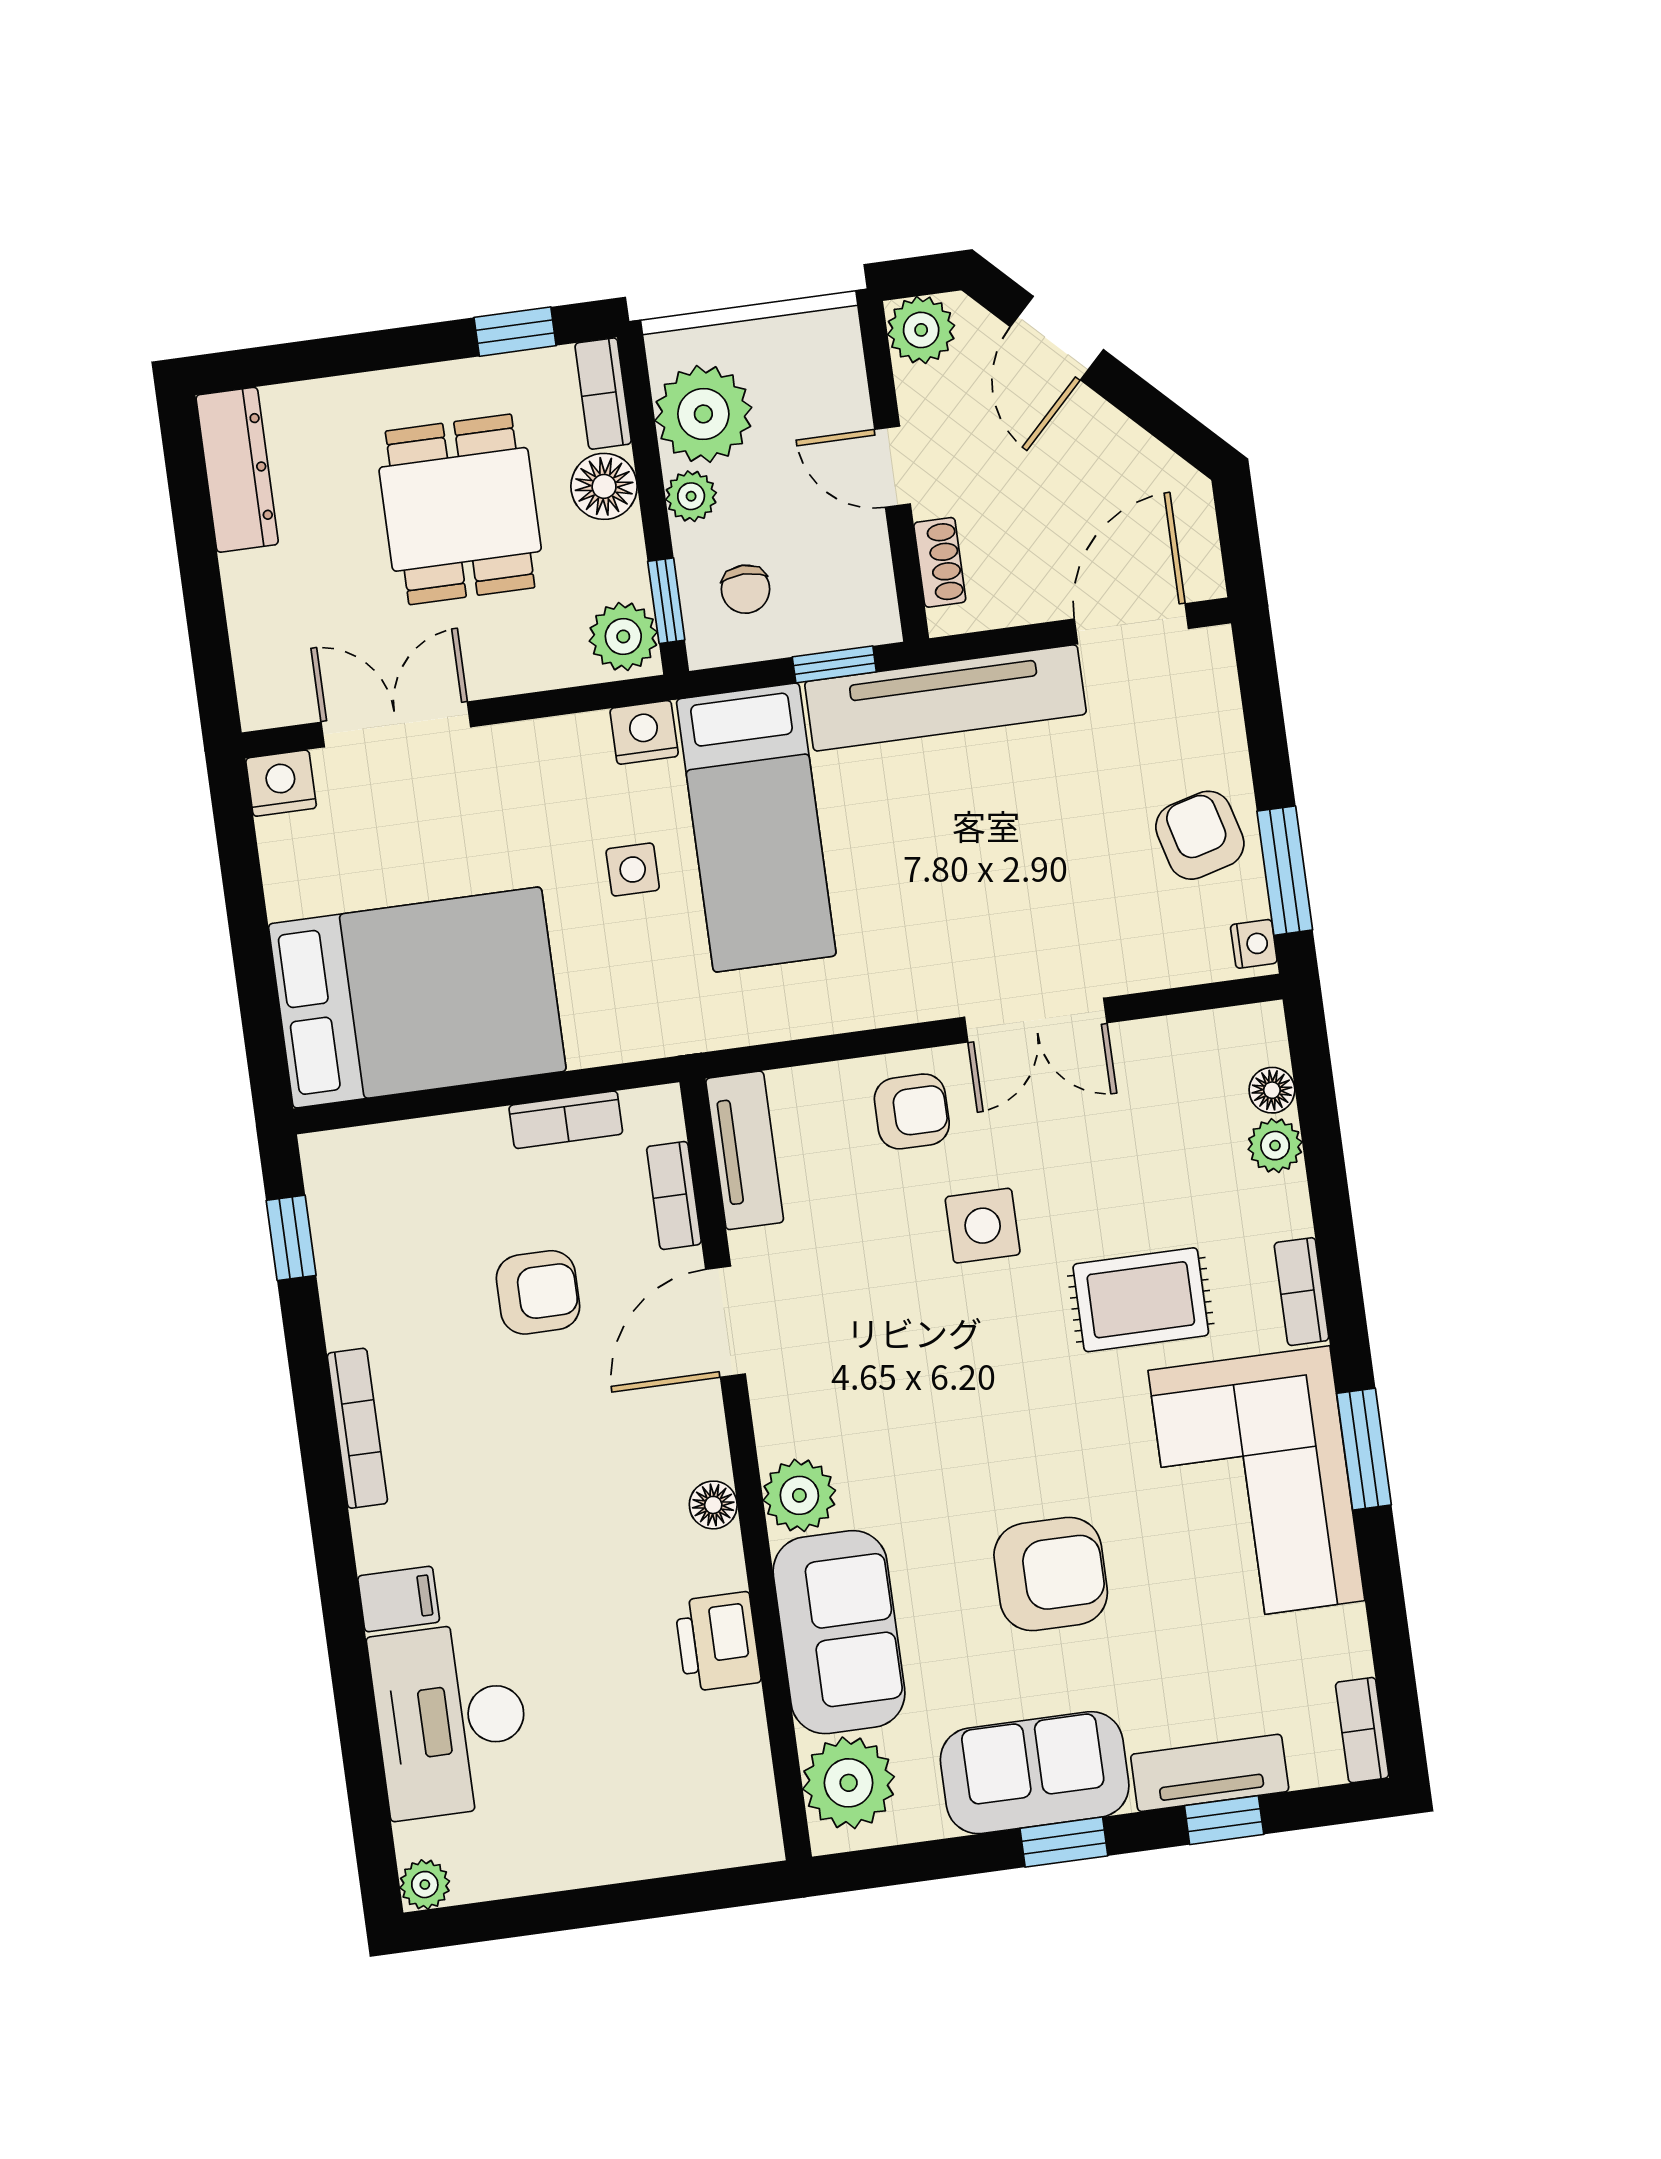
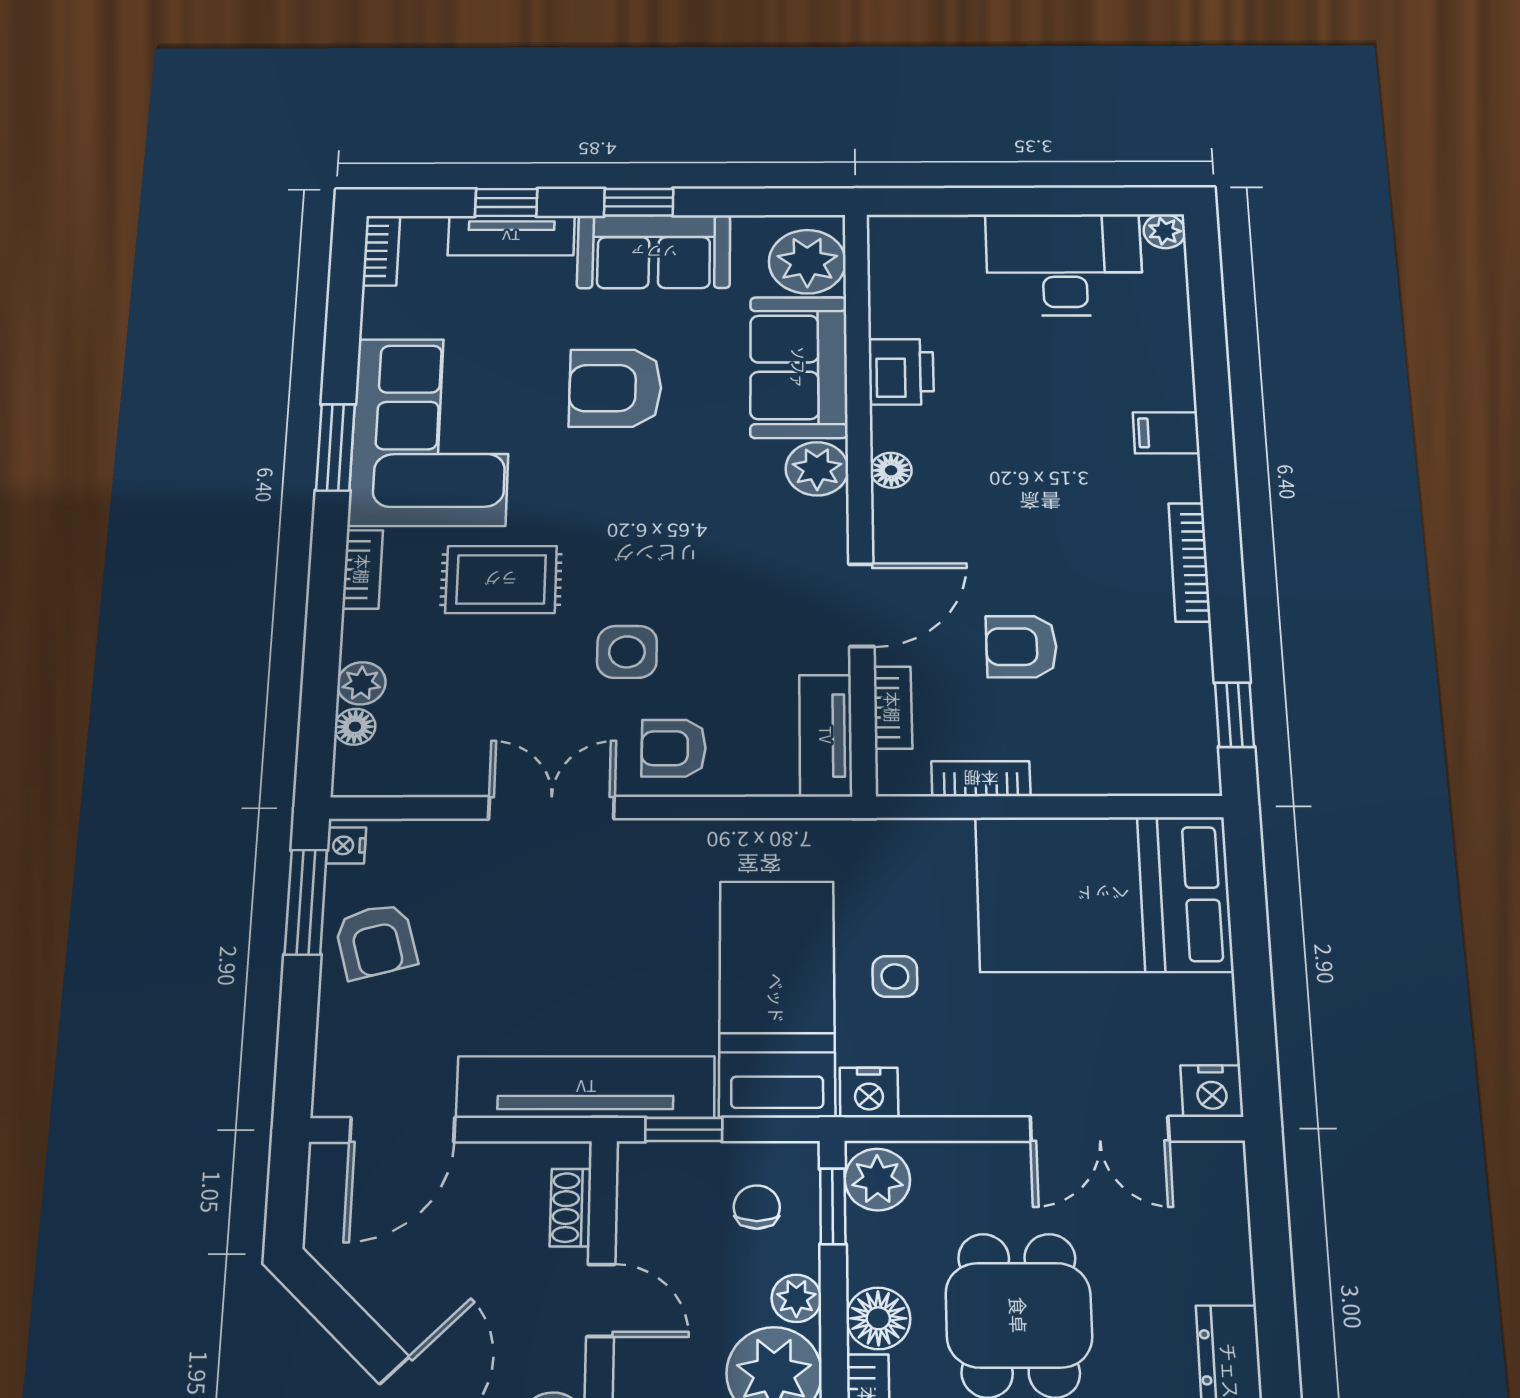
desk: (451, 1720) -> (1064, 264), moved, turned -90

